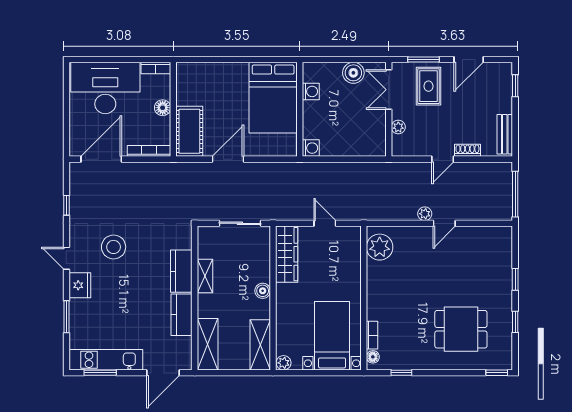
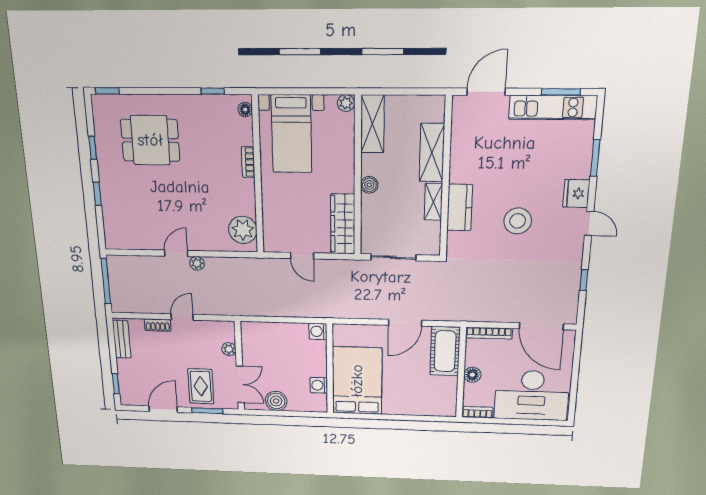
door: (101, 159) -> (541, 326), hinge flipped
stool: (114, 247) -> (518, 221), moved
kitchen counter: (182, 315) -> (461, 159), removed
bookcase: (372, 335) -> (248, 162), moved
shelving: (208, 344) -> (432, 153), moved

